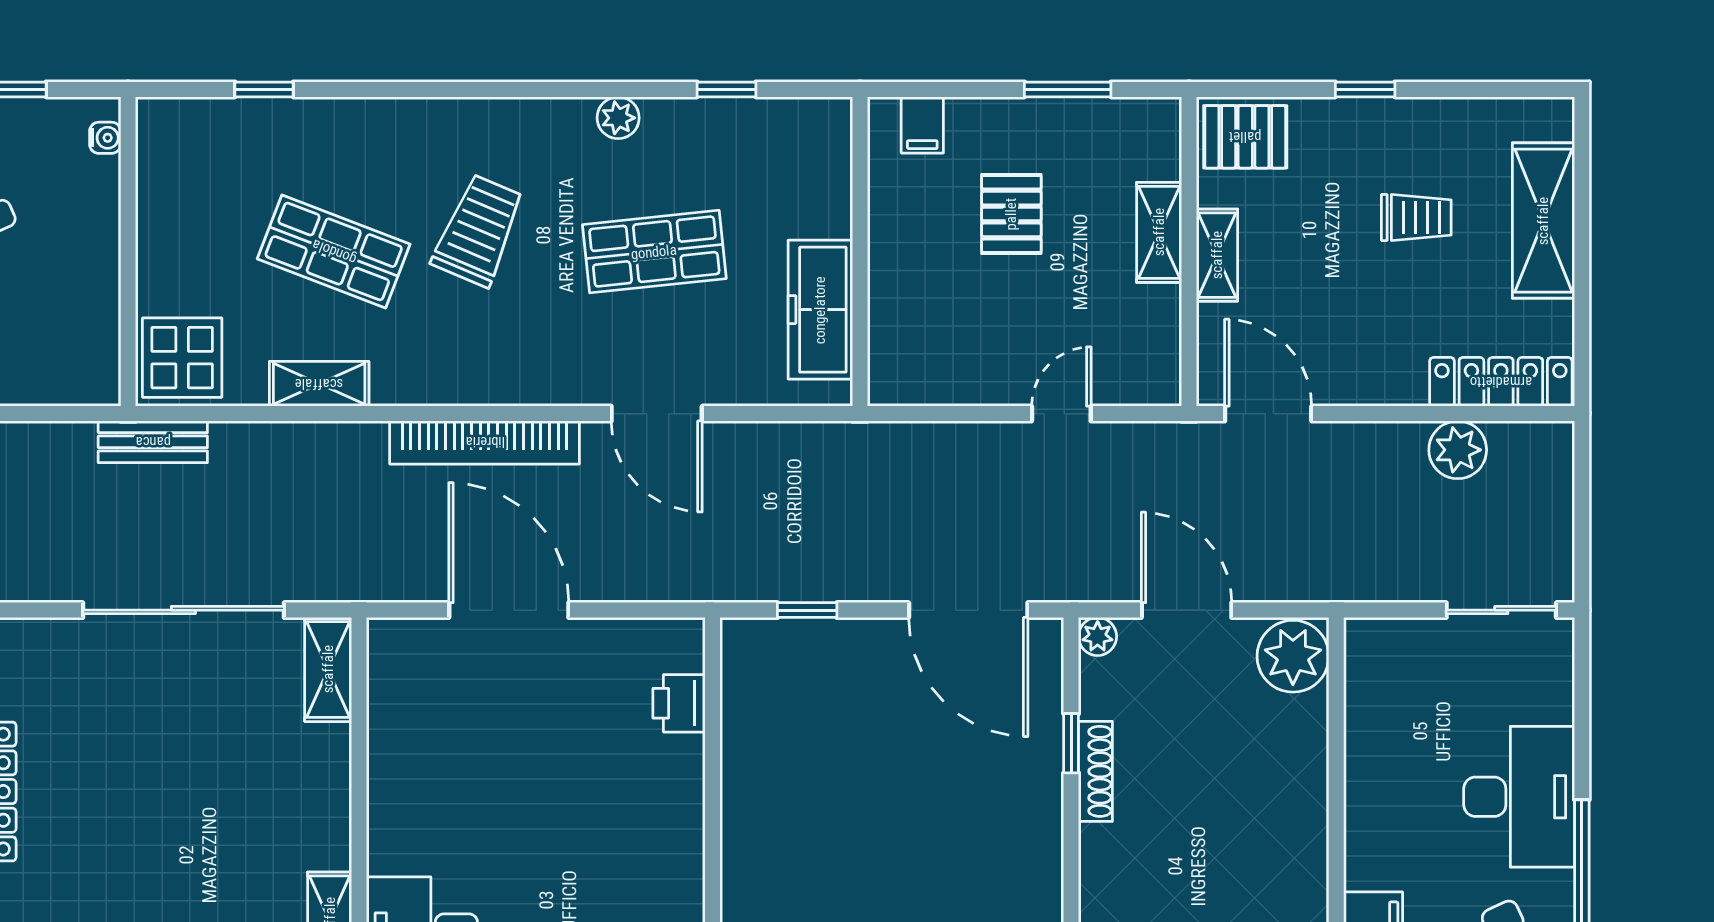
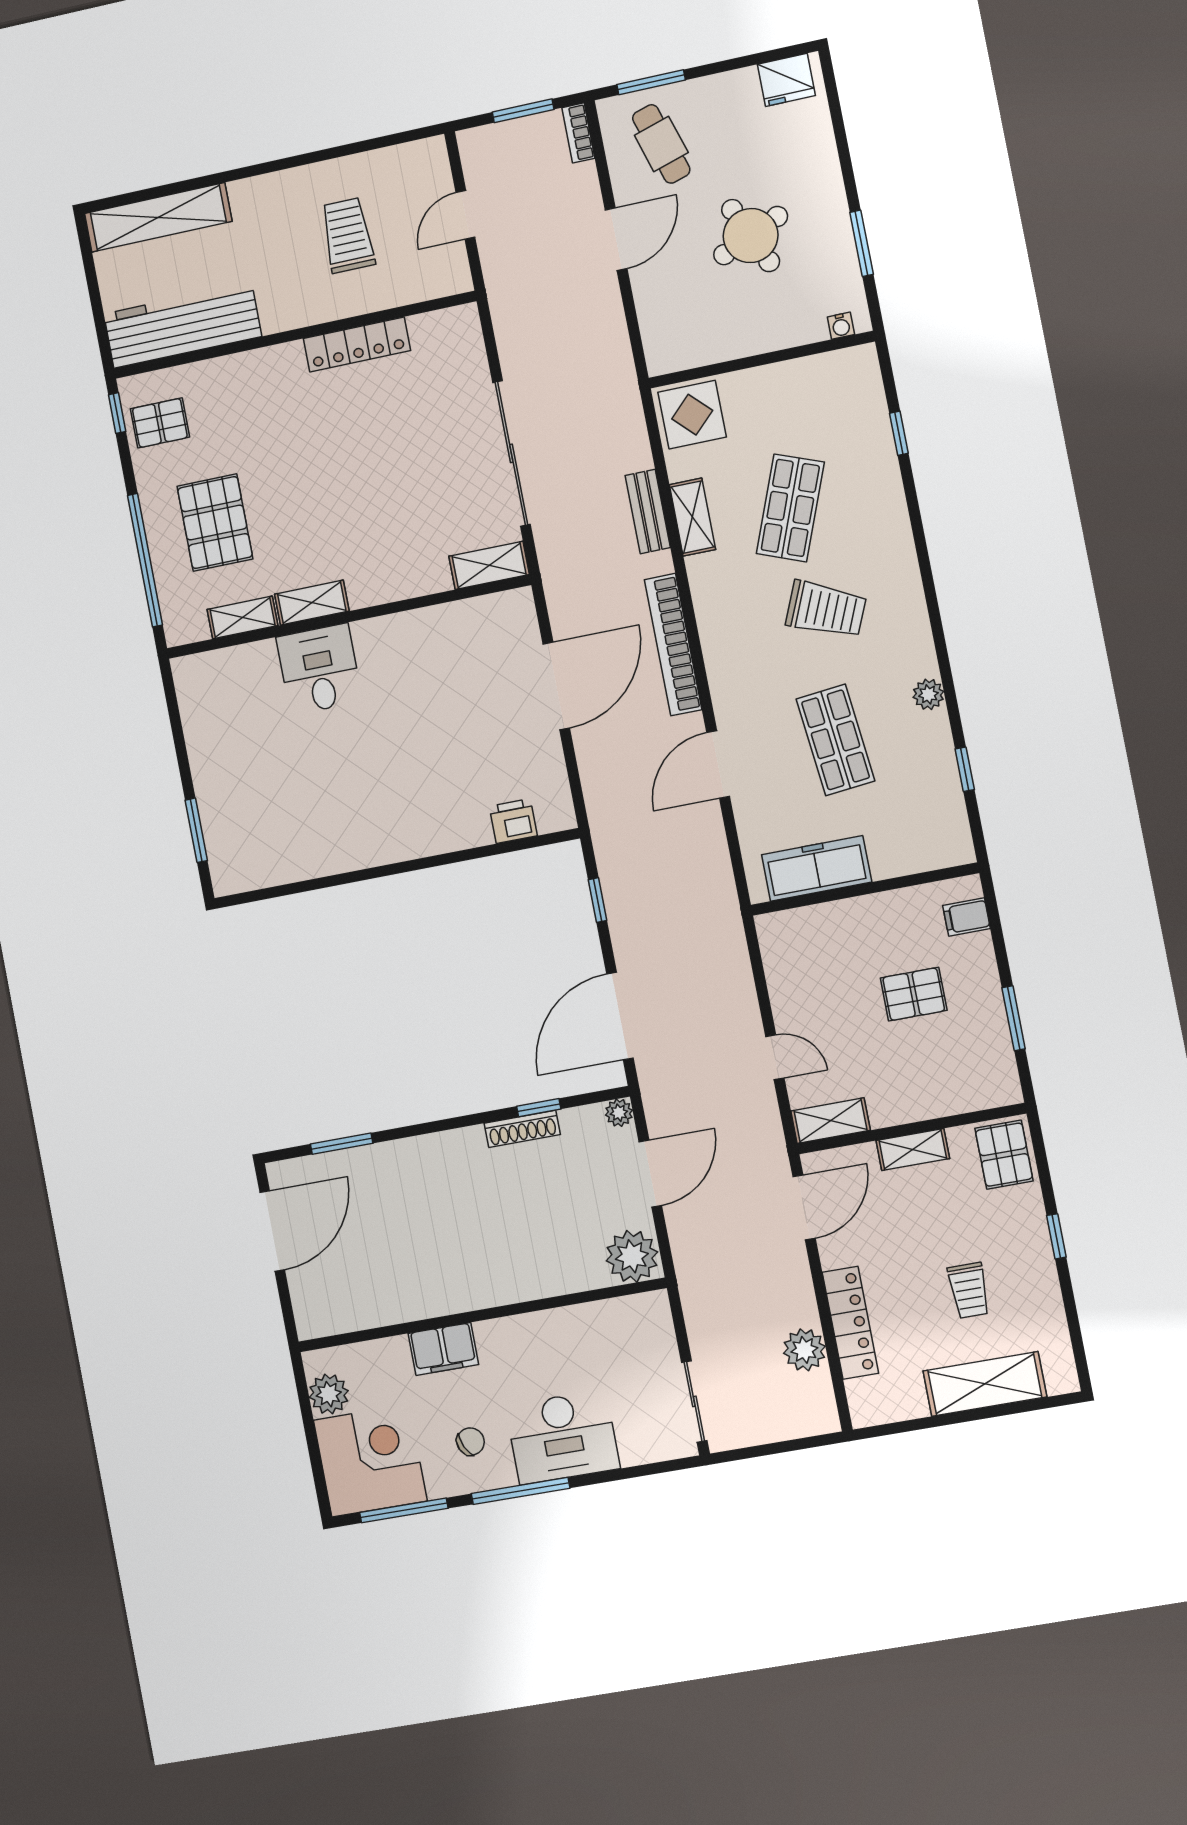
shelving: (1159, 232) -> (831, 1121), moved
locker: (1501, 382) -> (850, 1323), moved
bench: (153, 442) -> (648, 512), moved

